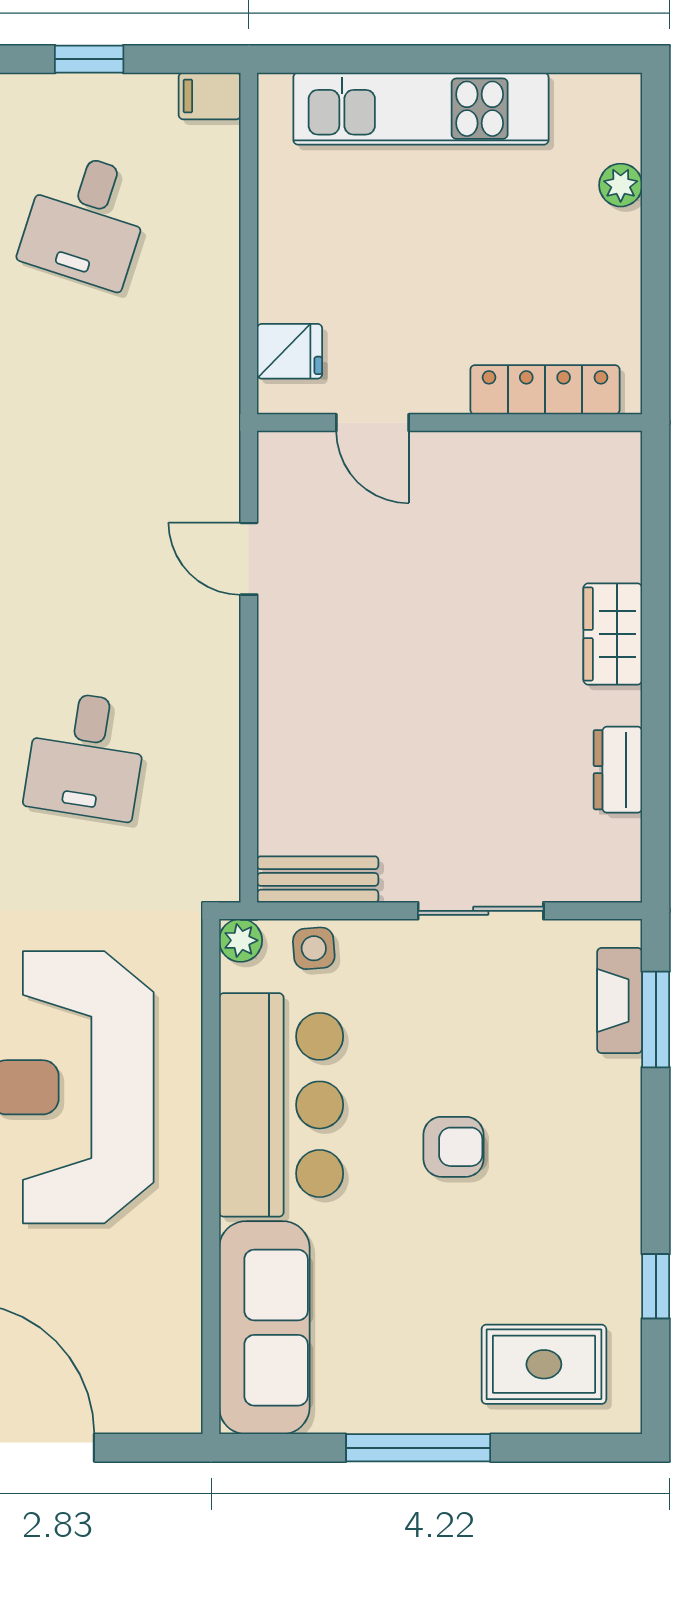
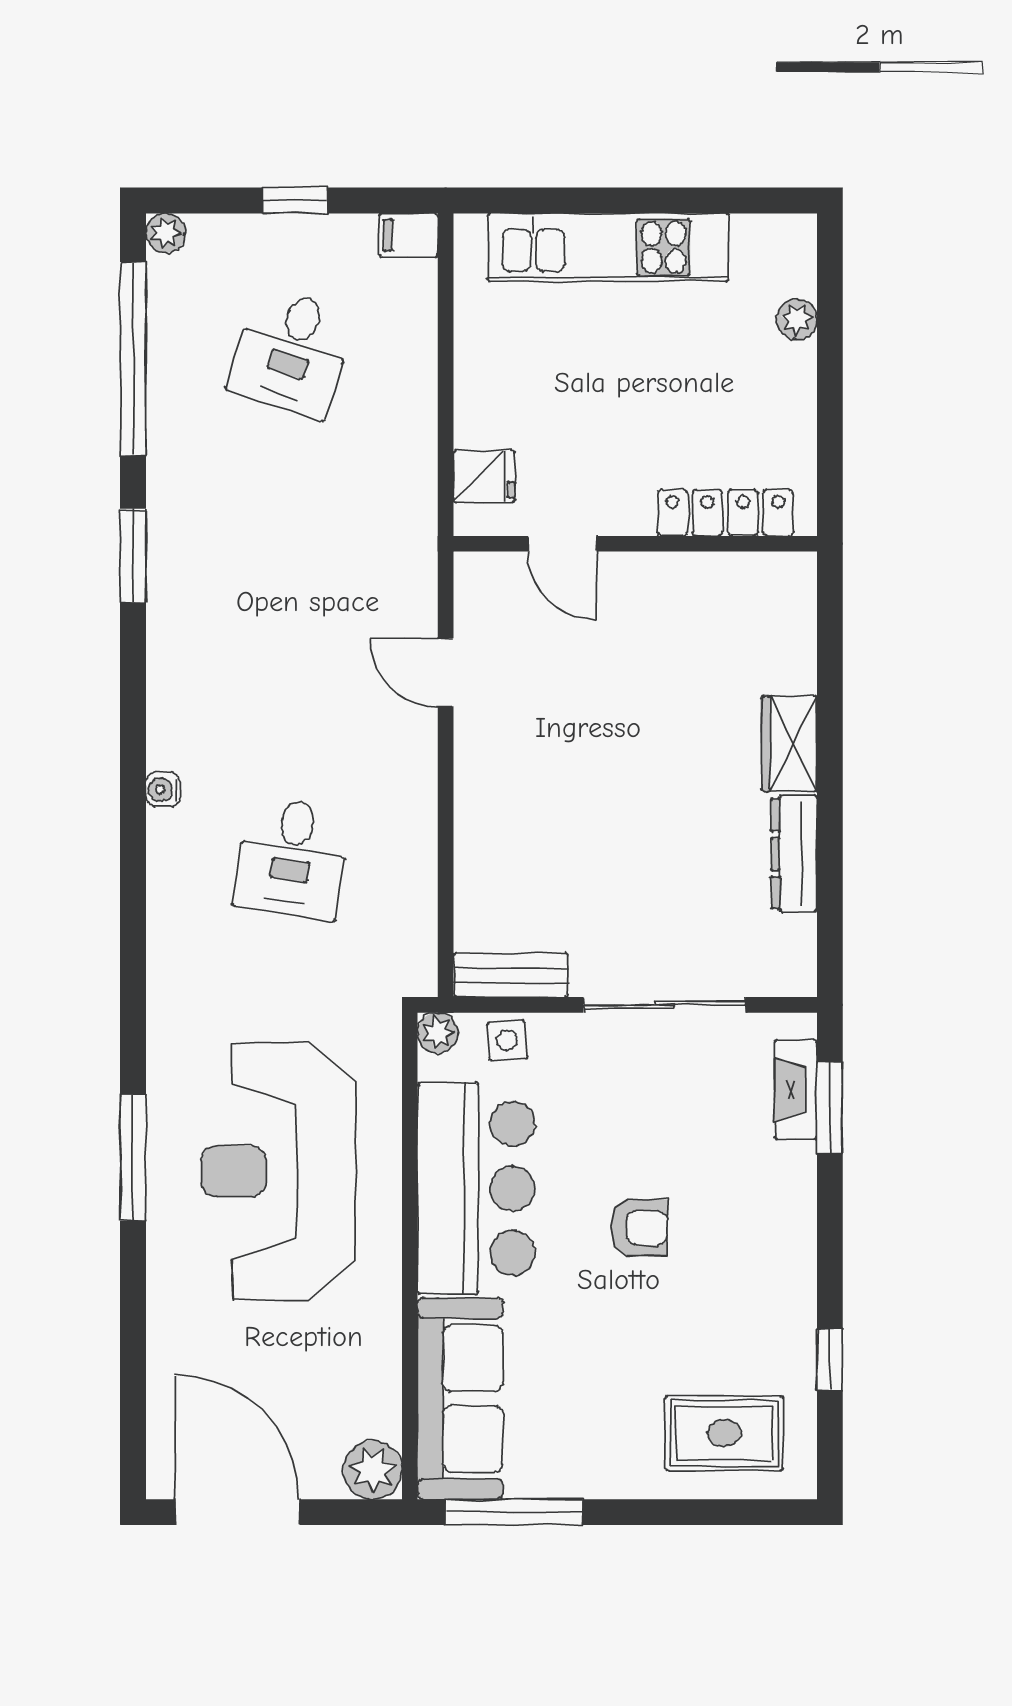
dresser: (618, 770) -> (794, 854), width x1.44
sliding door: (481, 911) -> (665, 1005), width x1.37
plant: (172, 1403) -> (373, 1470), added
window: (418, 1448) -> (514, 1512), moved

